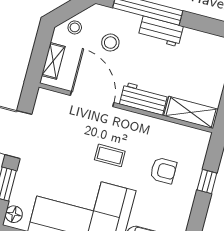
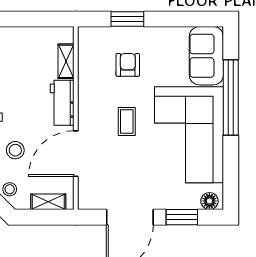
shelving: (191, 112) -> (66, 61), width x0.67, depth x0.75
window: (207, 182) -> (127, 19), width x1.50

